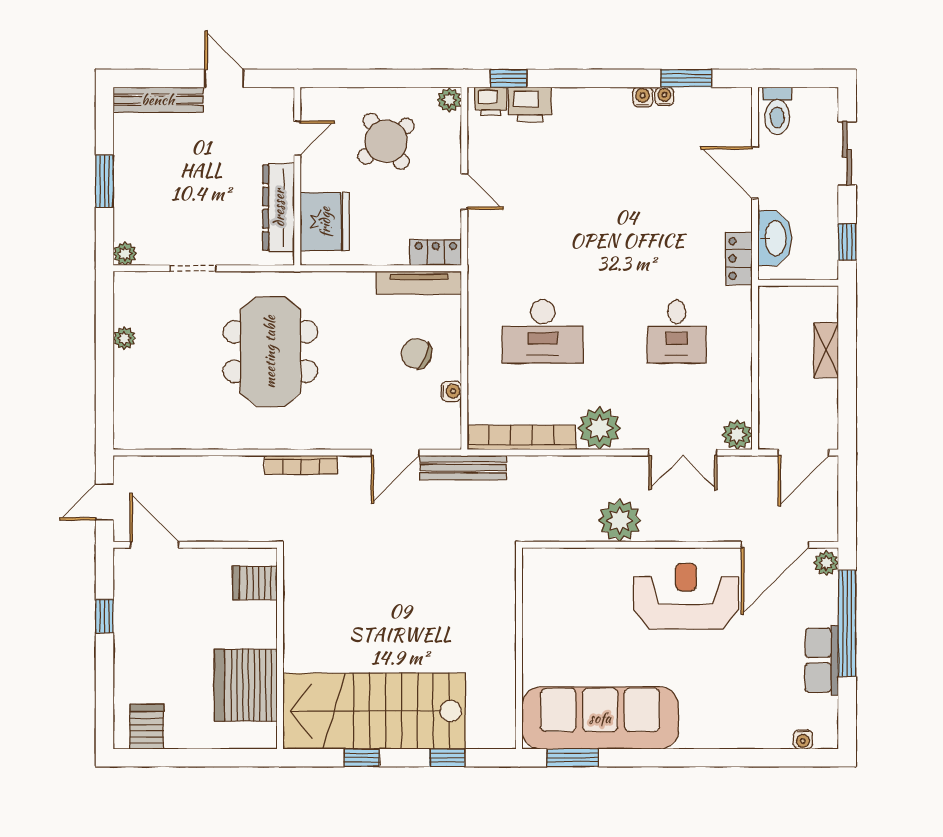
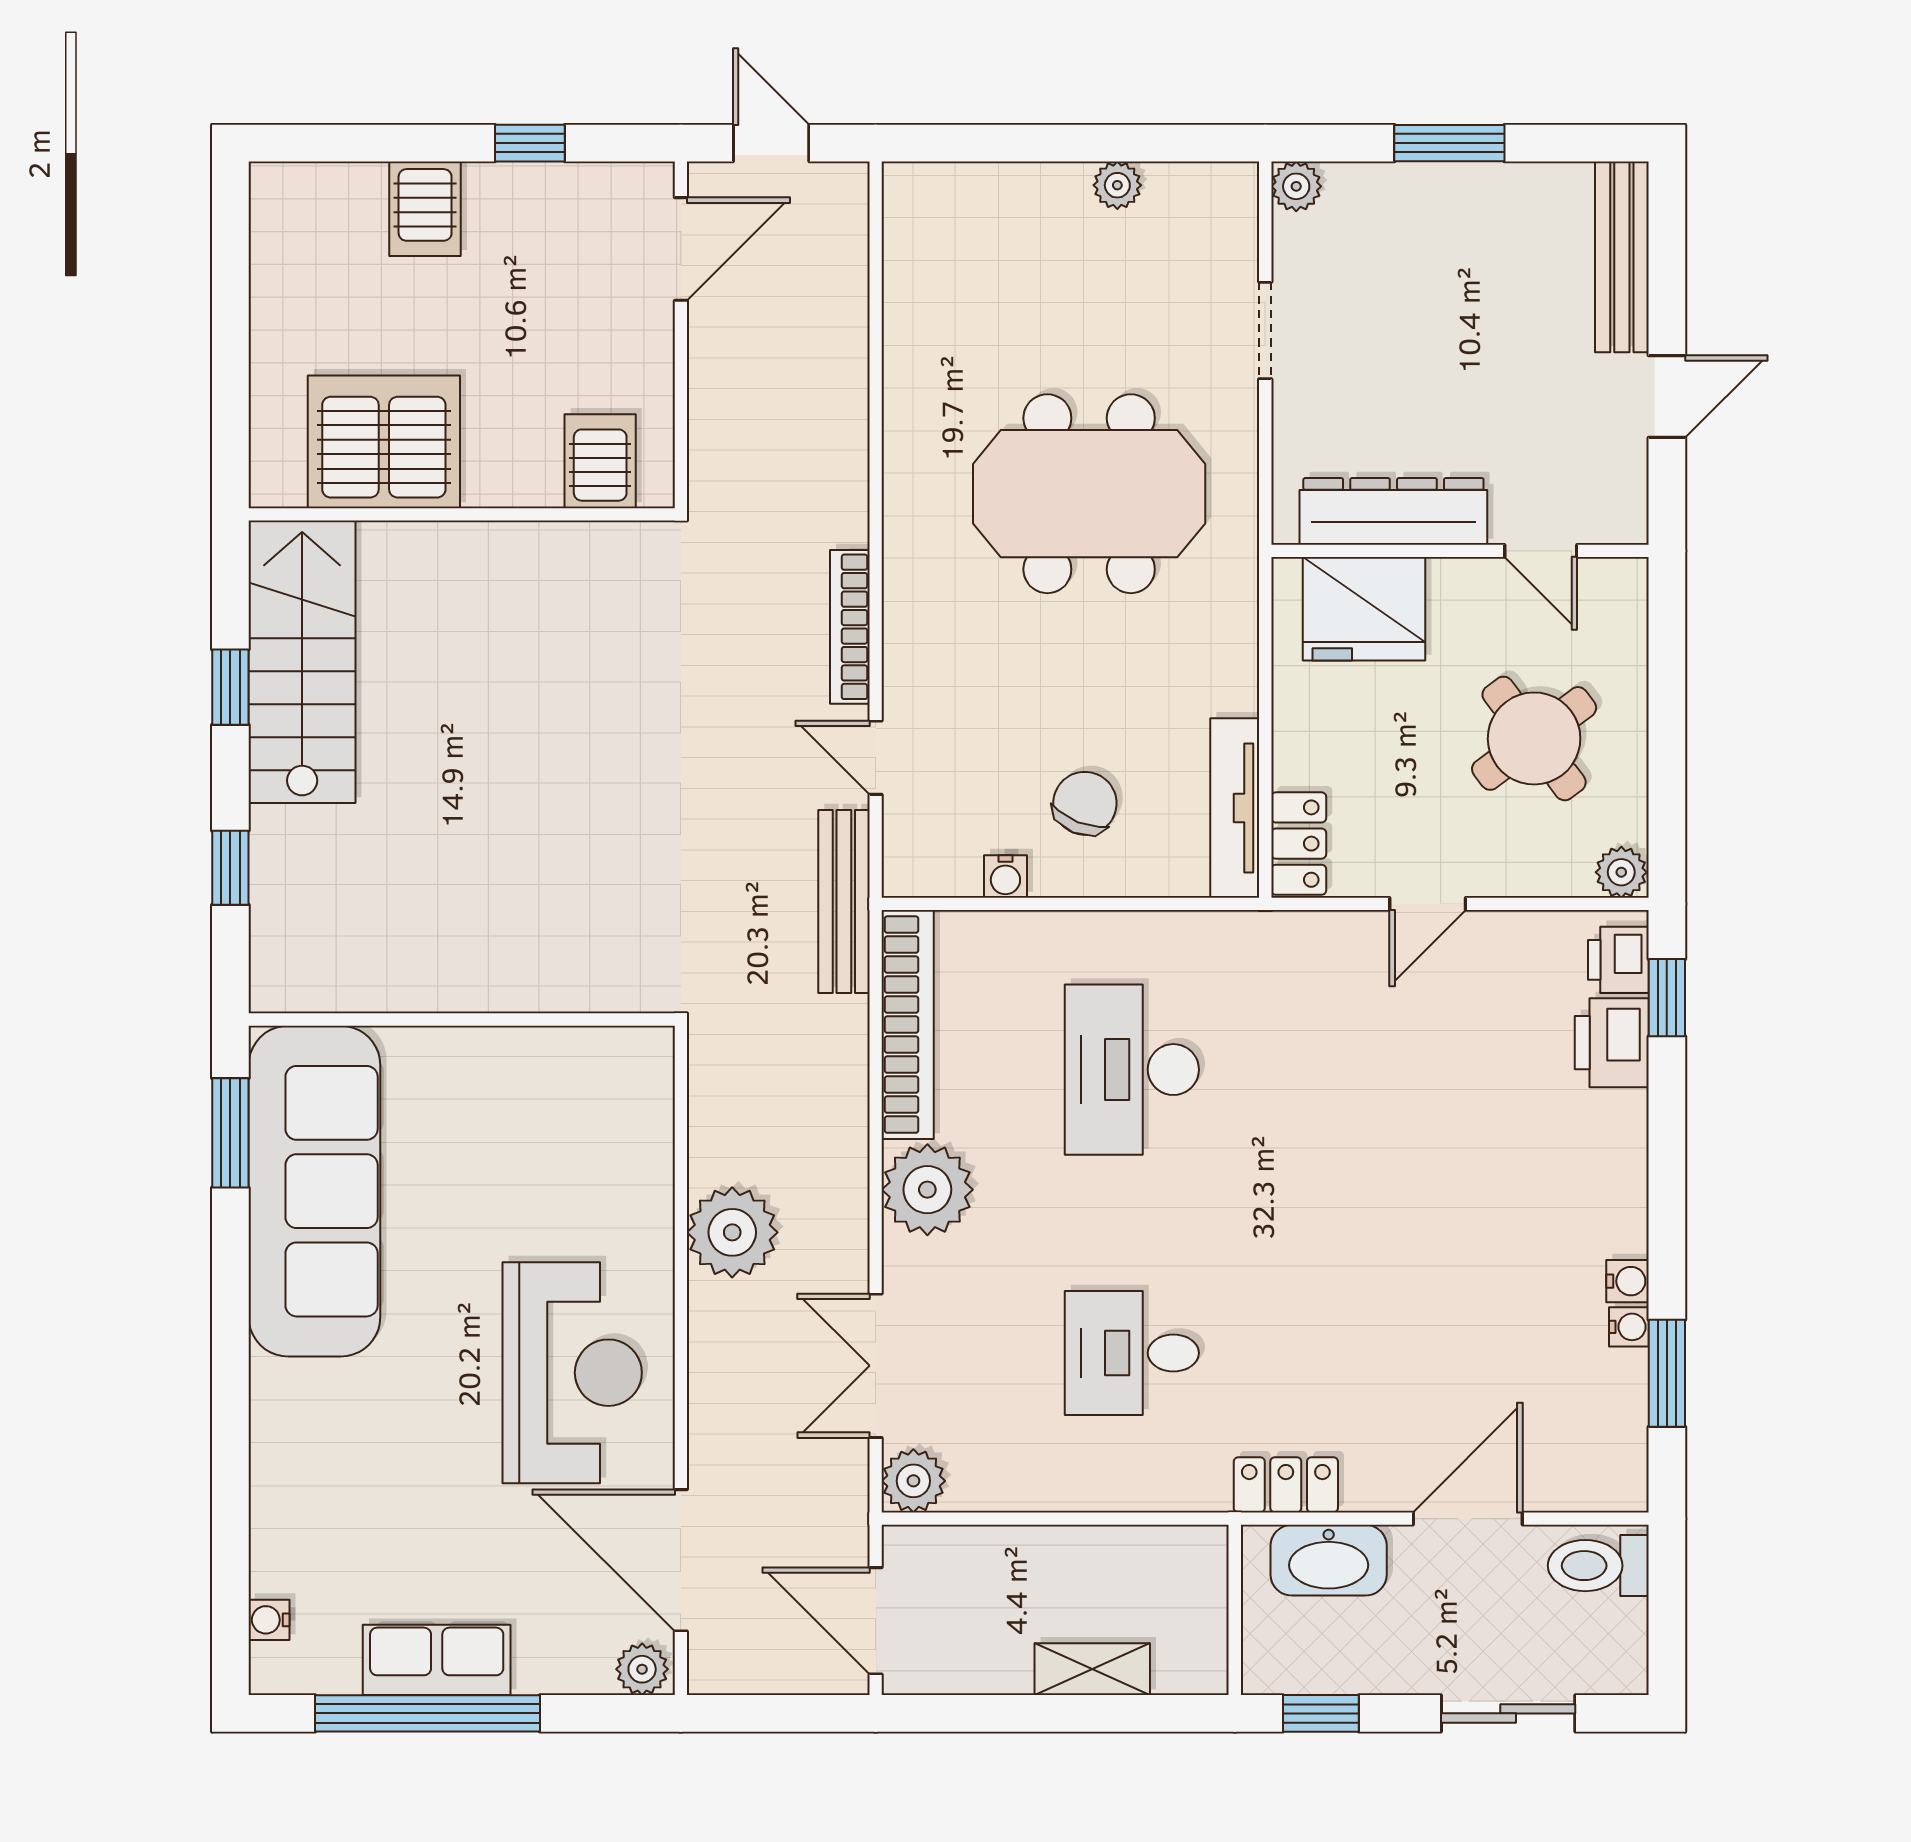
door: (395, 453) -> (876, 758), width x0.73
bookcase: (301, 465) -> (850, 627), moved
window: (847, 623) -> (428, 1713), moved
stairs: (374, 711) -> (302, 662), width x0.73, depth x0.66
server rack: (147, 727) -> (425, 209), moved, turned 90

